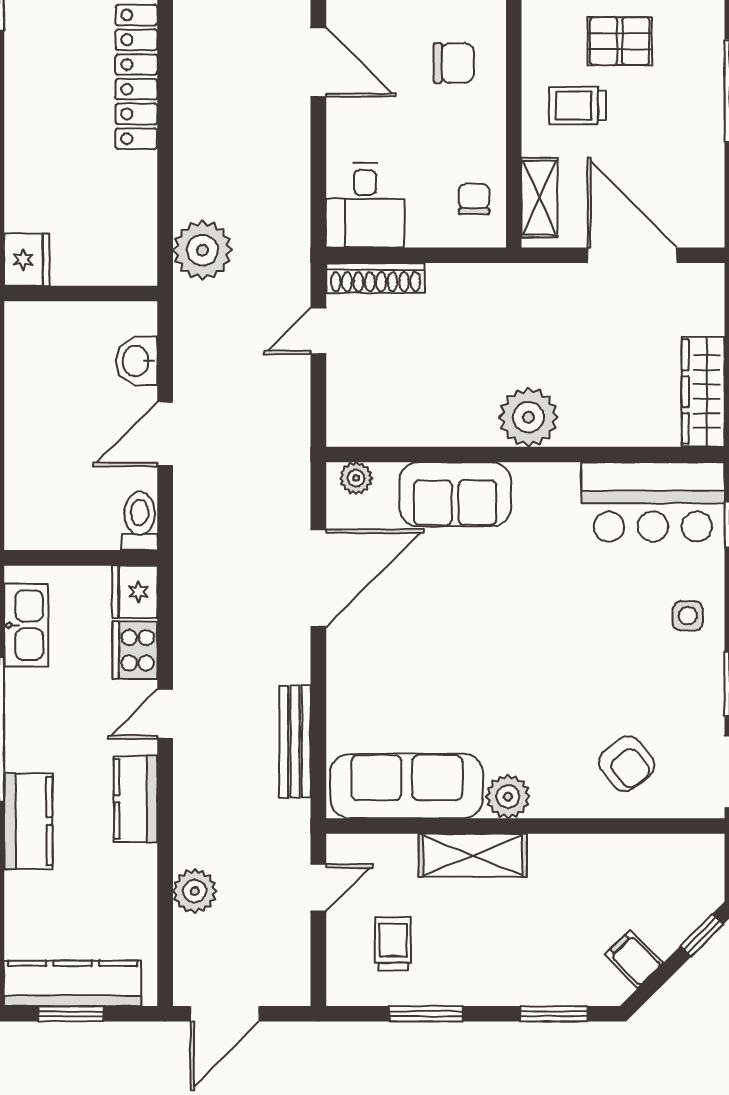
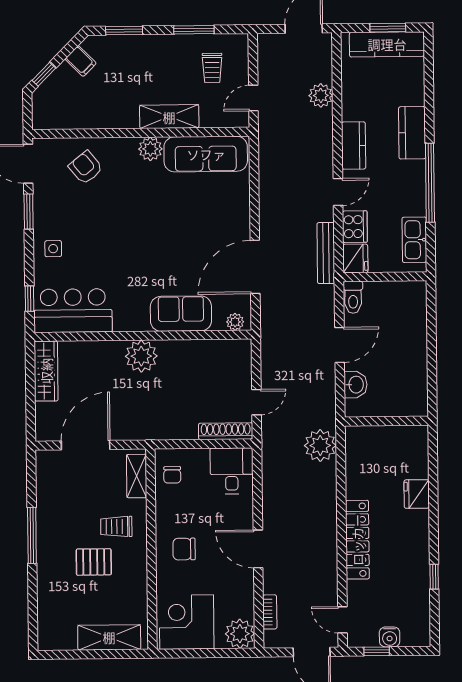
trolley: (578, 106) -> (116, 527), turned 180
door: (632, 255) -> (86, 445), swing flipped
fridge: (27, 260) -> (417, 494), moved
bench: (295, 741) -> (326, 253), moved

